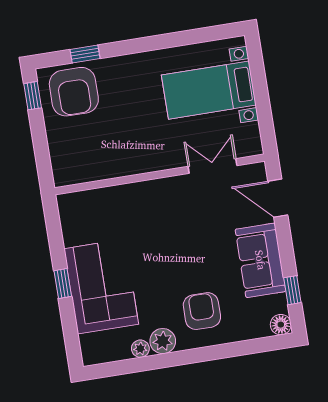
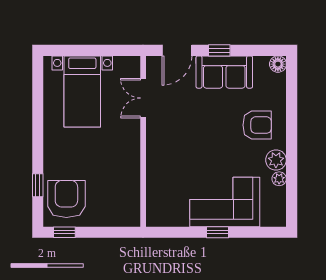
armchair: (74, 92) -> (66, 199), turned -90
window: (292, 290) -> (219, 50), moved
armchair: (202, 311) -> (257, 125), turned 180

